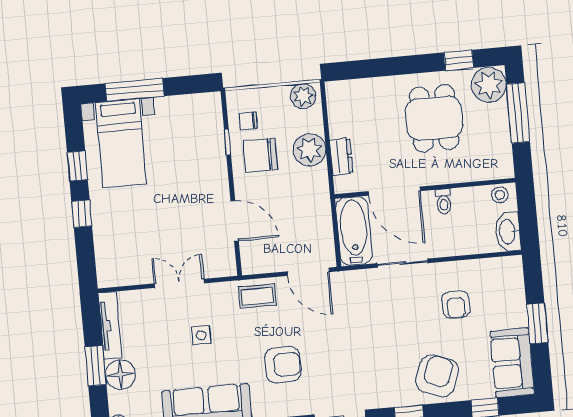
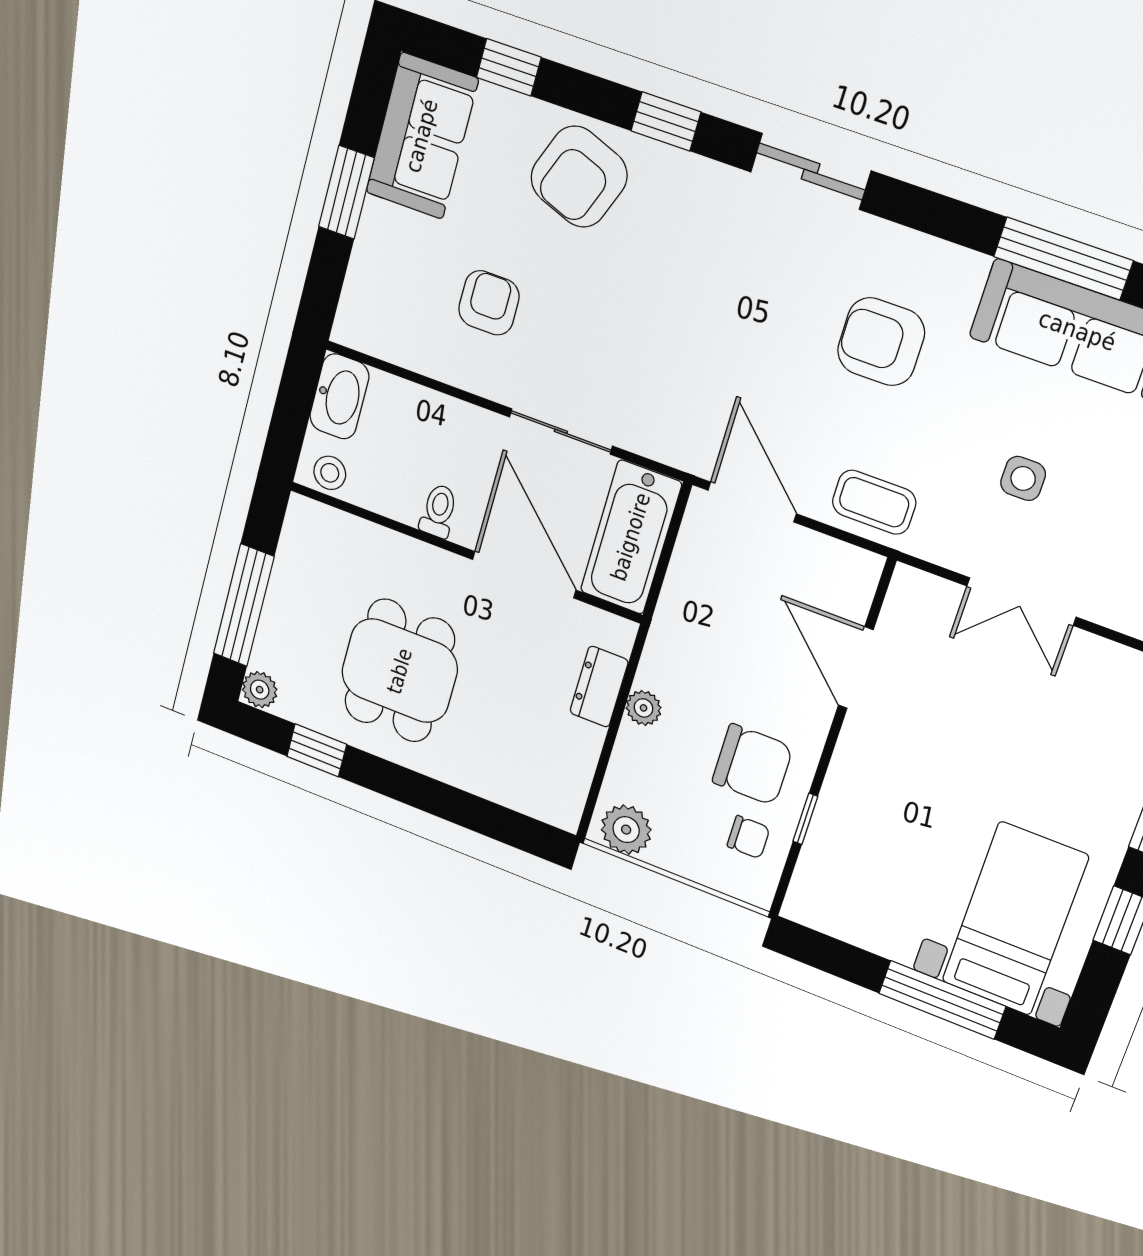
plant: (489, 85) -> (260, 690), width x0.53, depth x0.53
plant: (310, 150) -> (644, 708), width x0.53, depth x0.53

